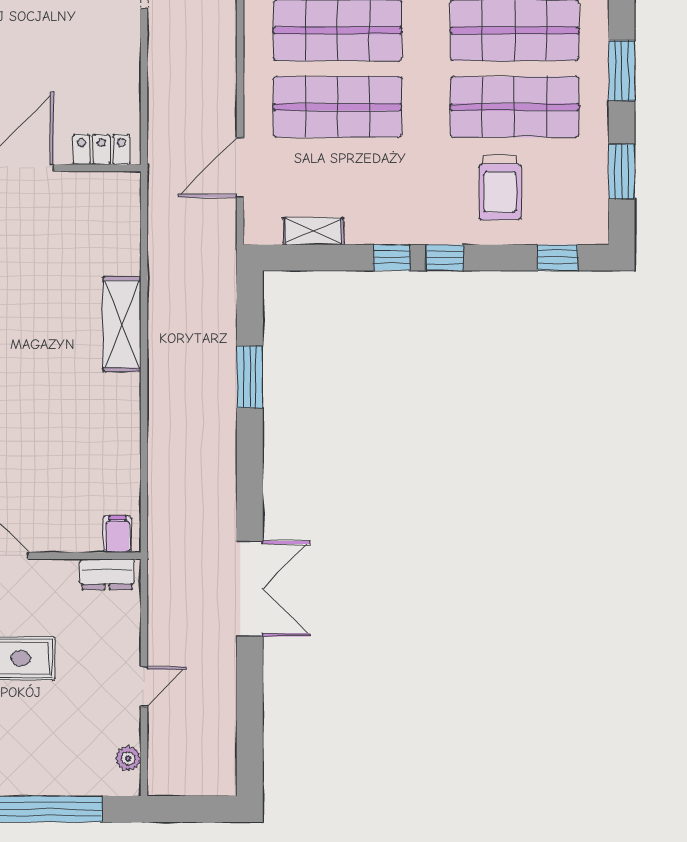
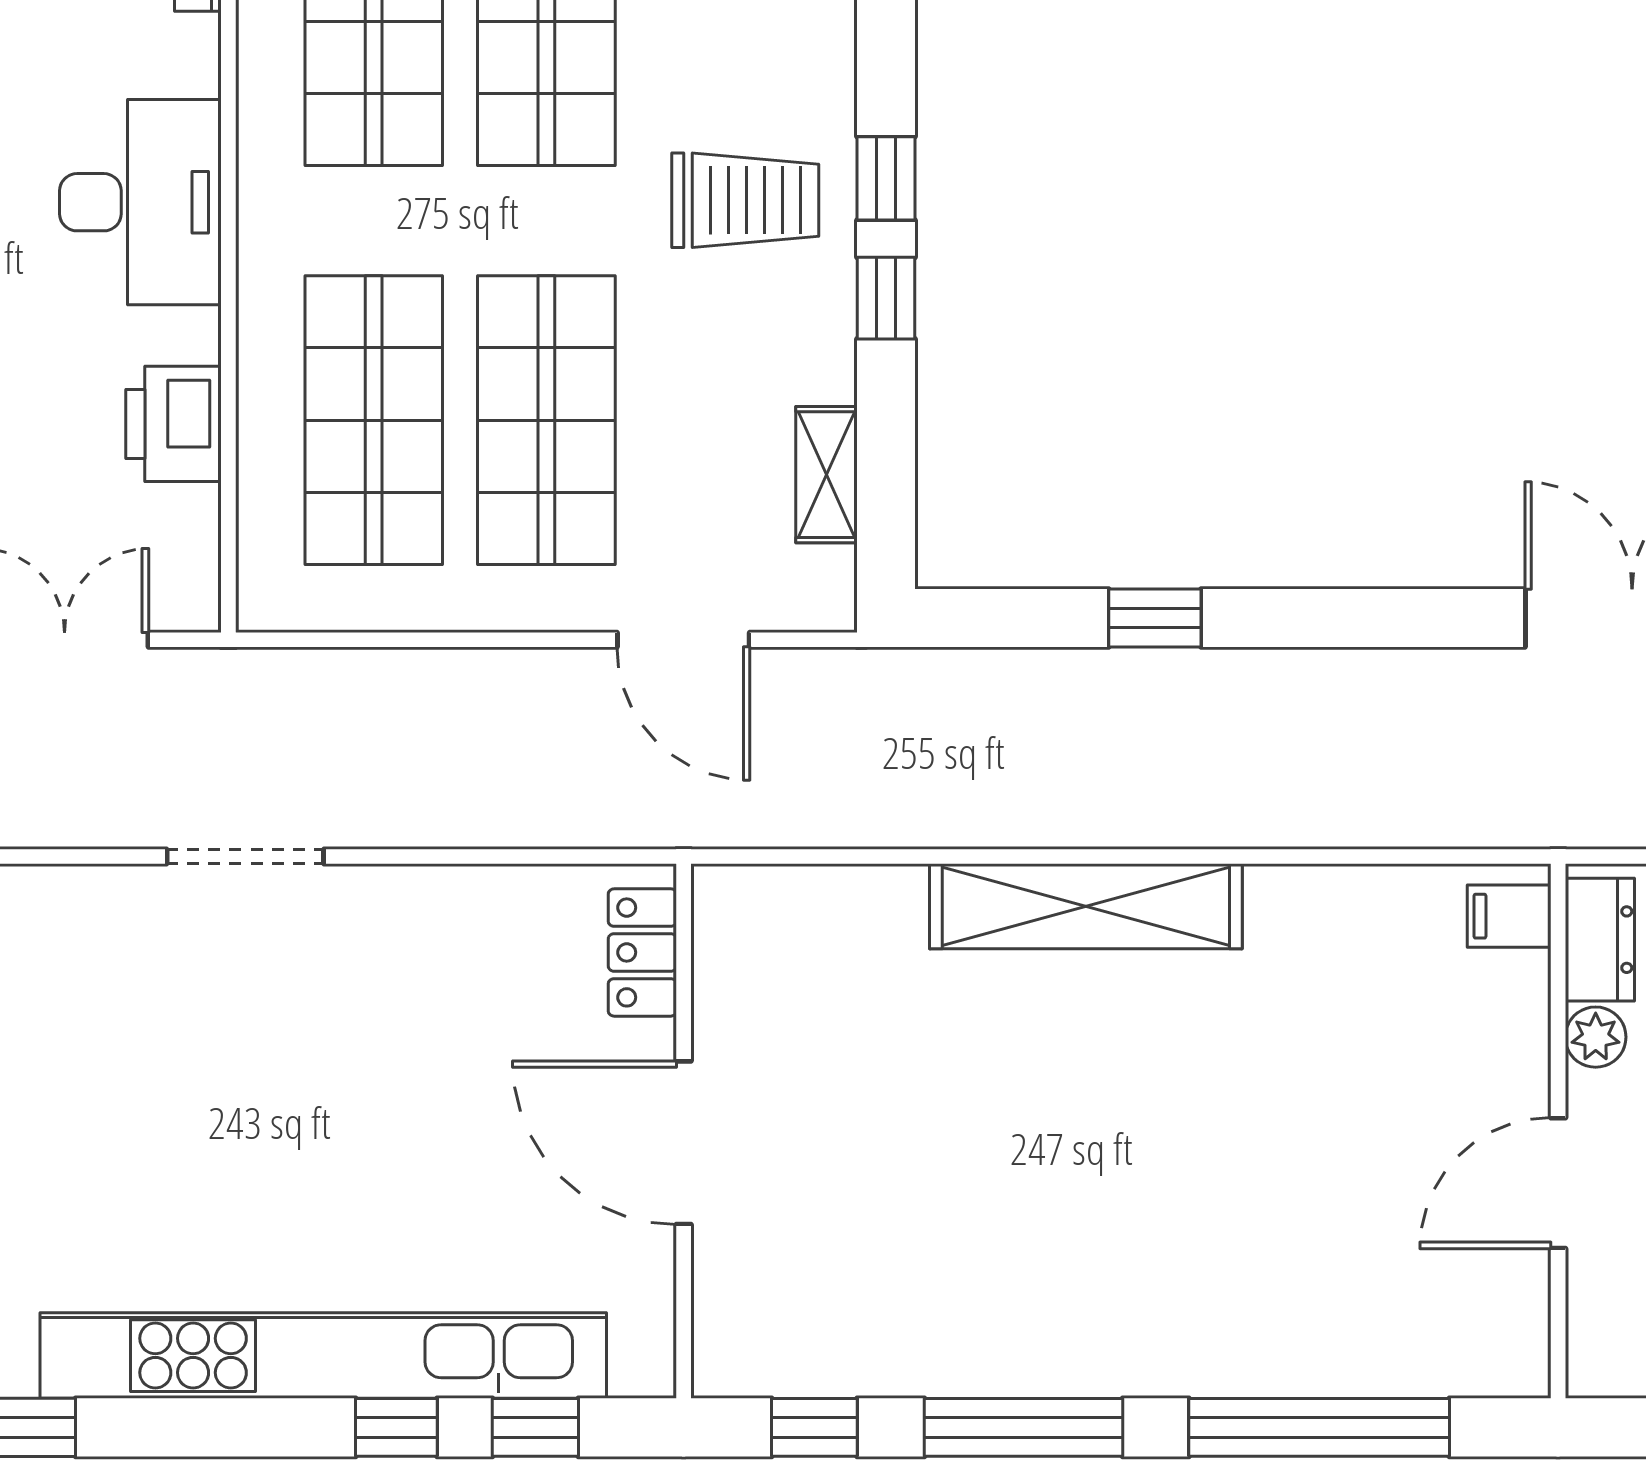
trolley: (500, 187) -> (745, 200), moved
shelving: (122, 324) -> (1086, 906), width x1.47
window: (250, 377) -> (1155, 618), width x0.67
plant: (64, 572) -> (1596, 1037), added

